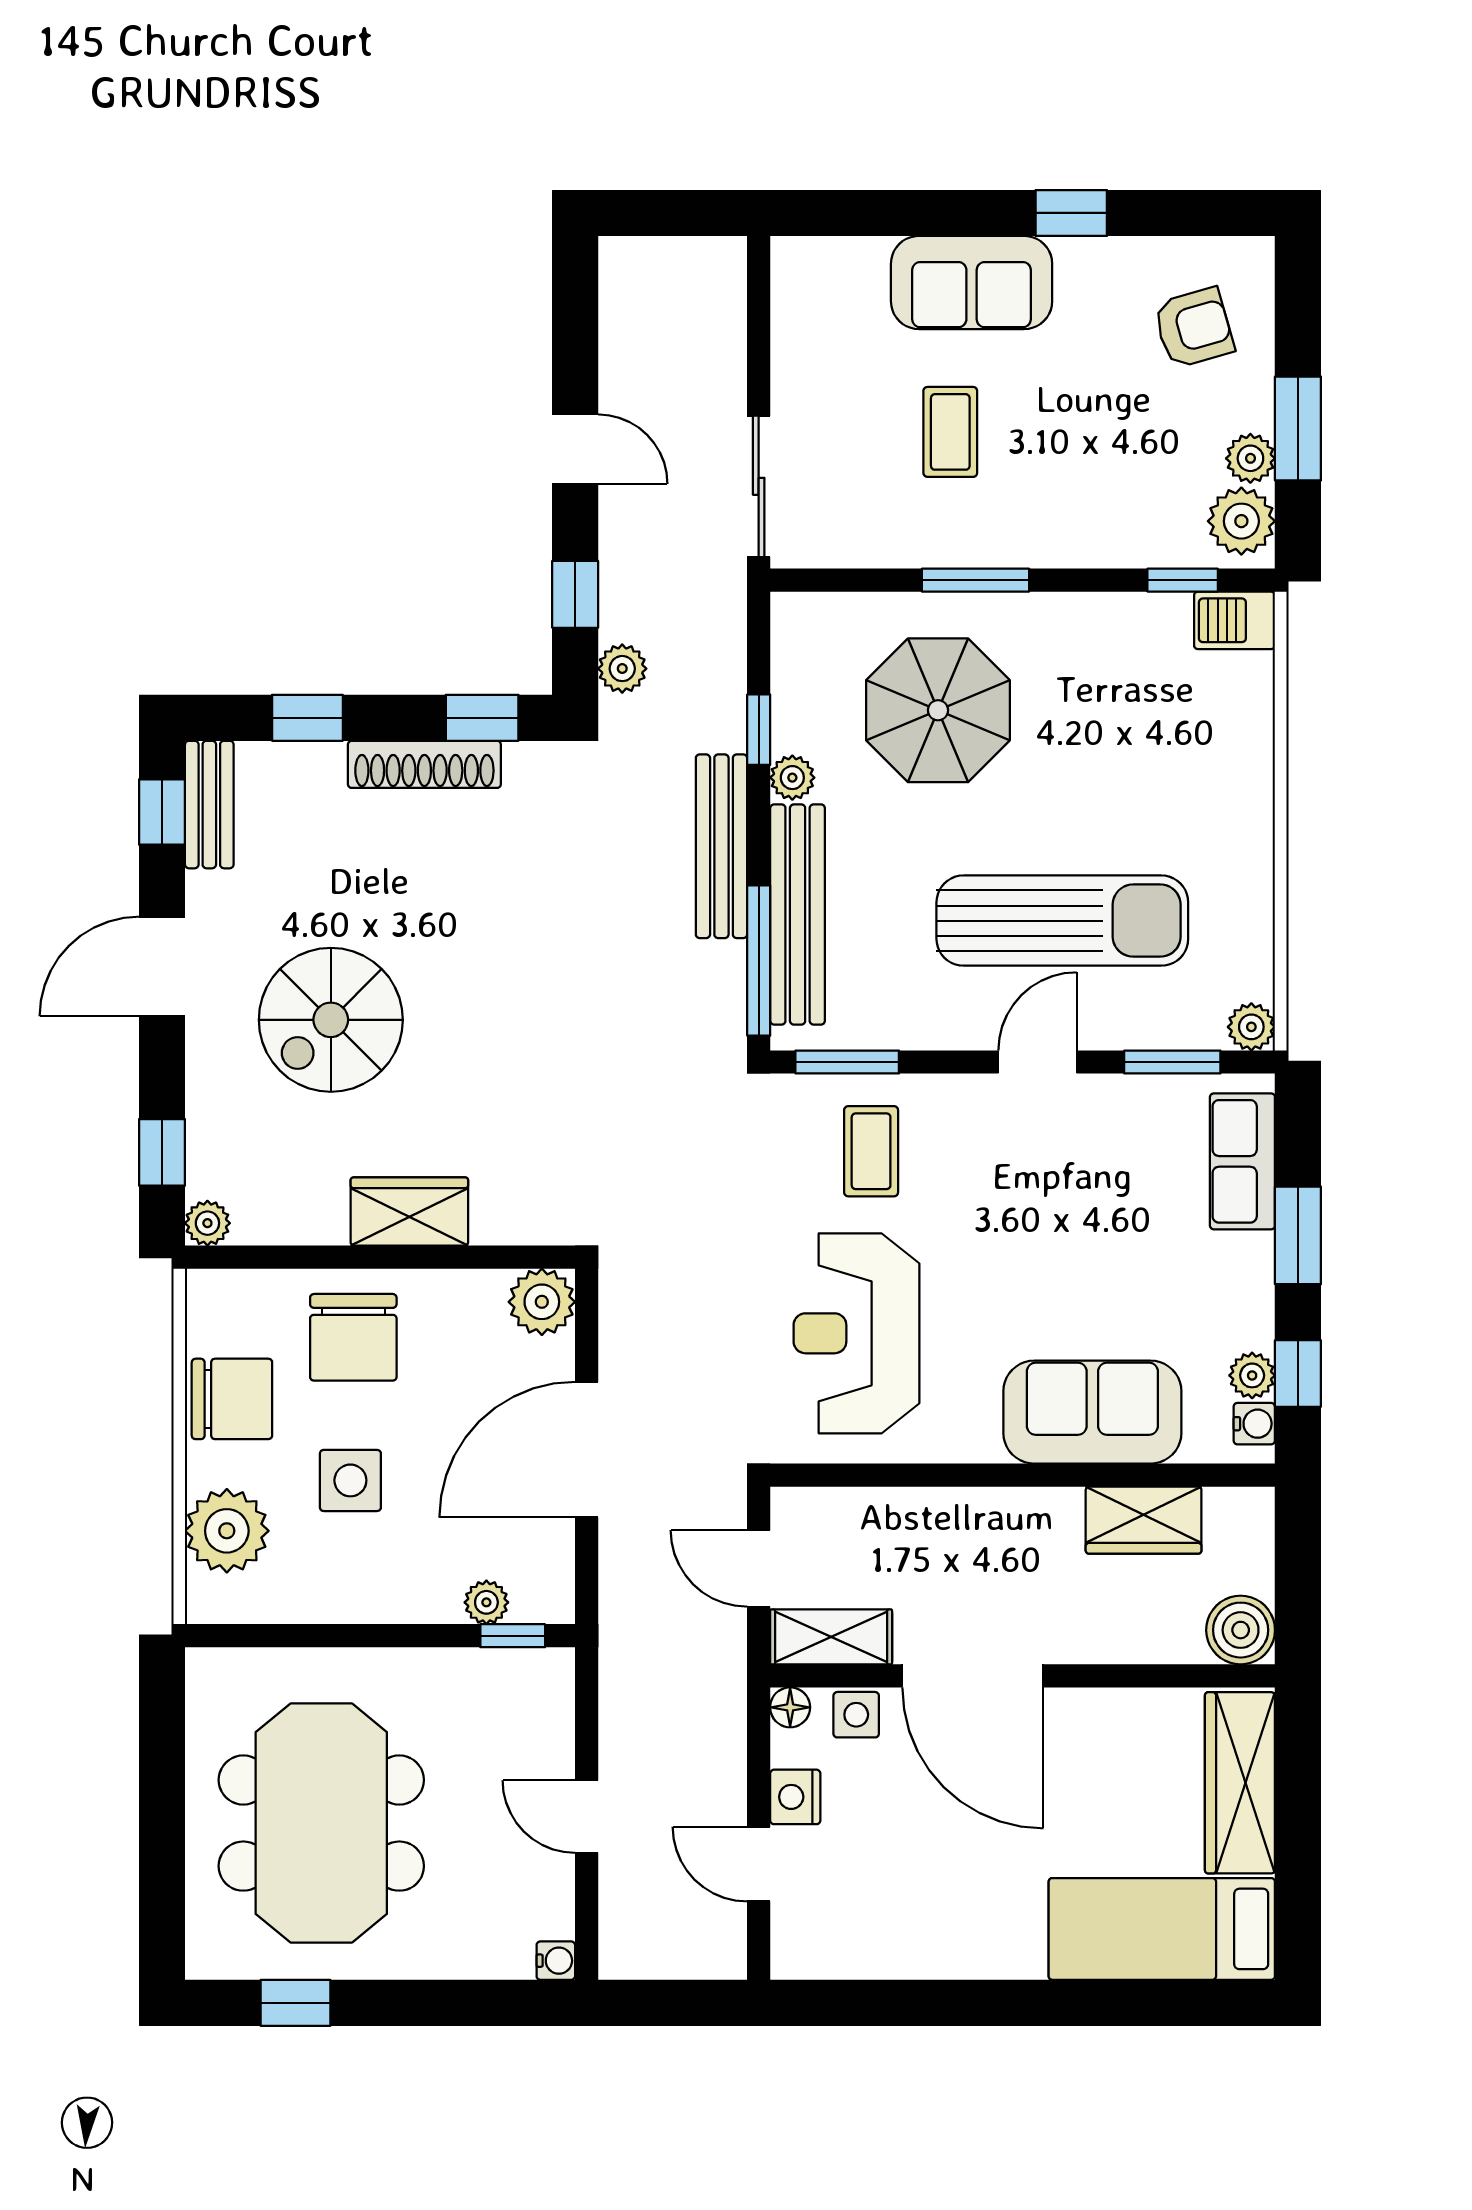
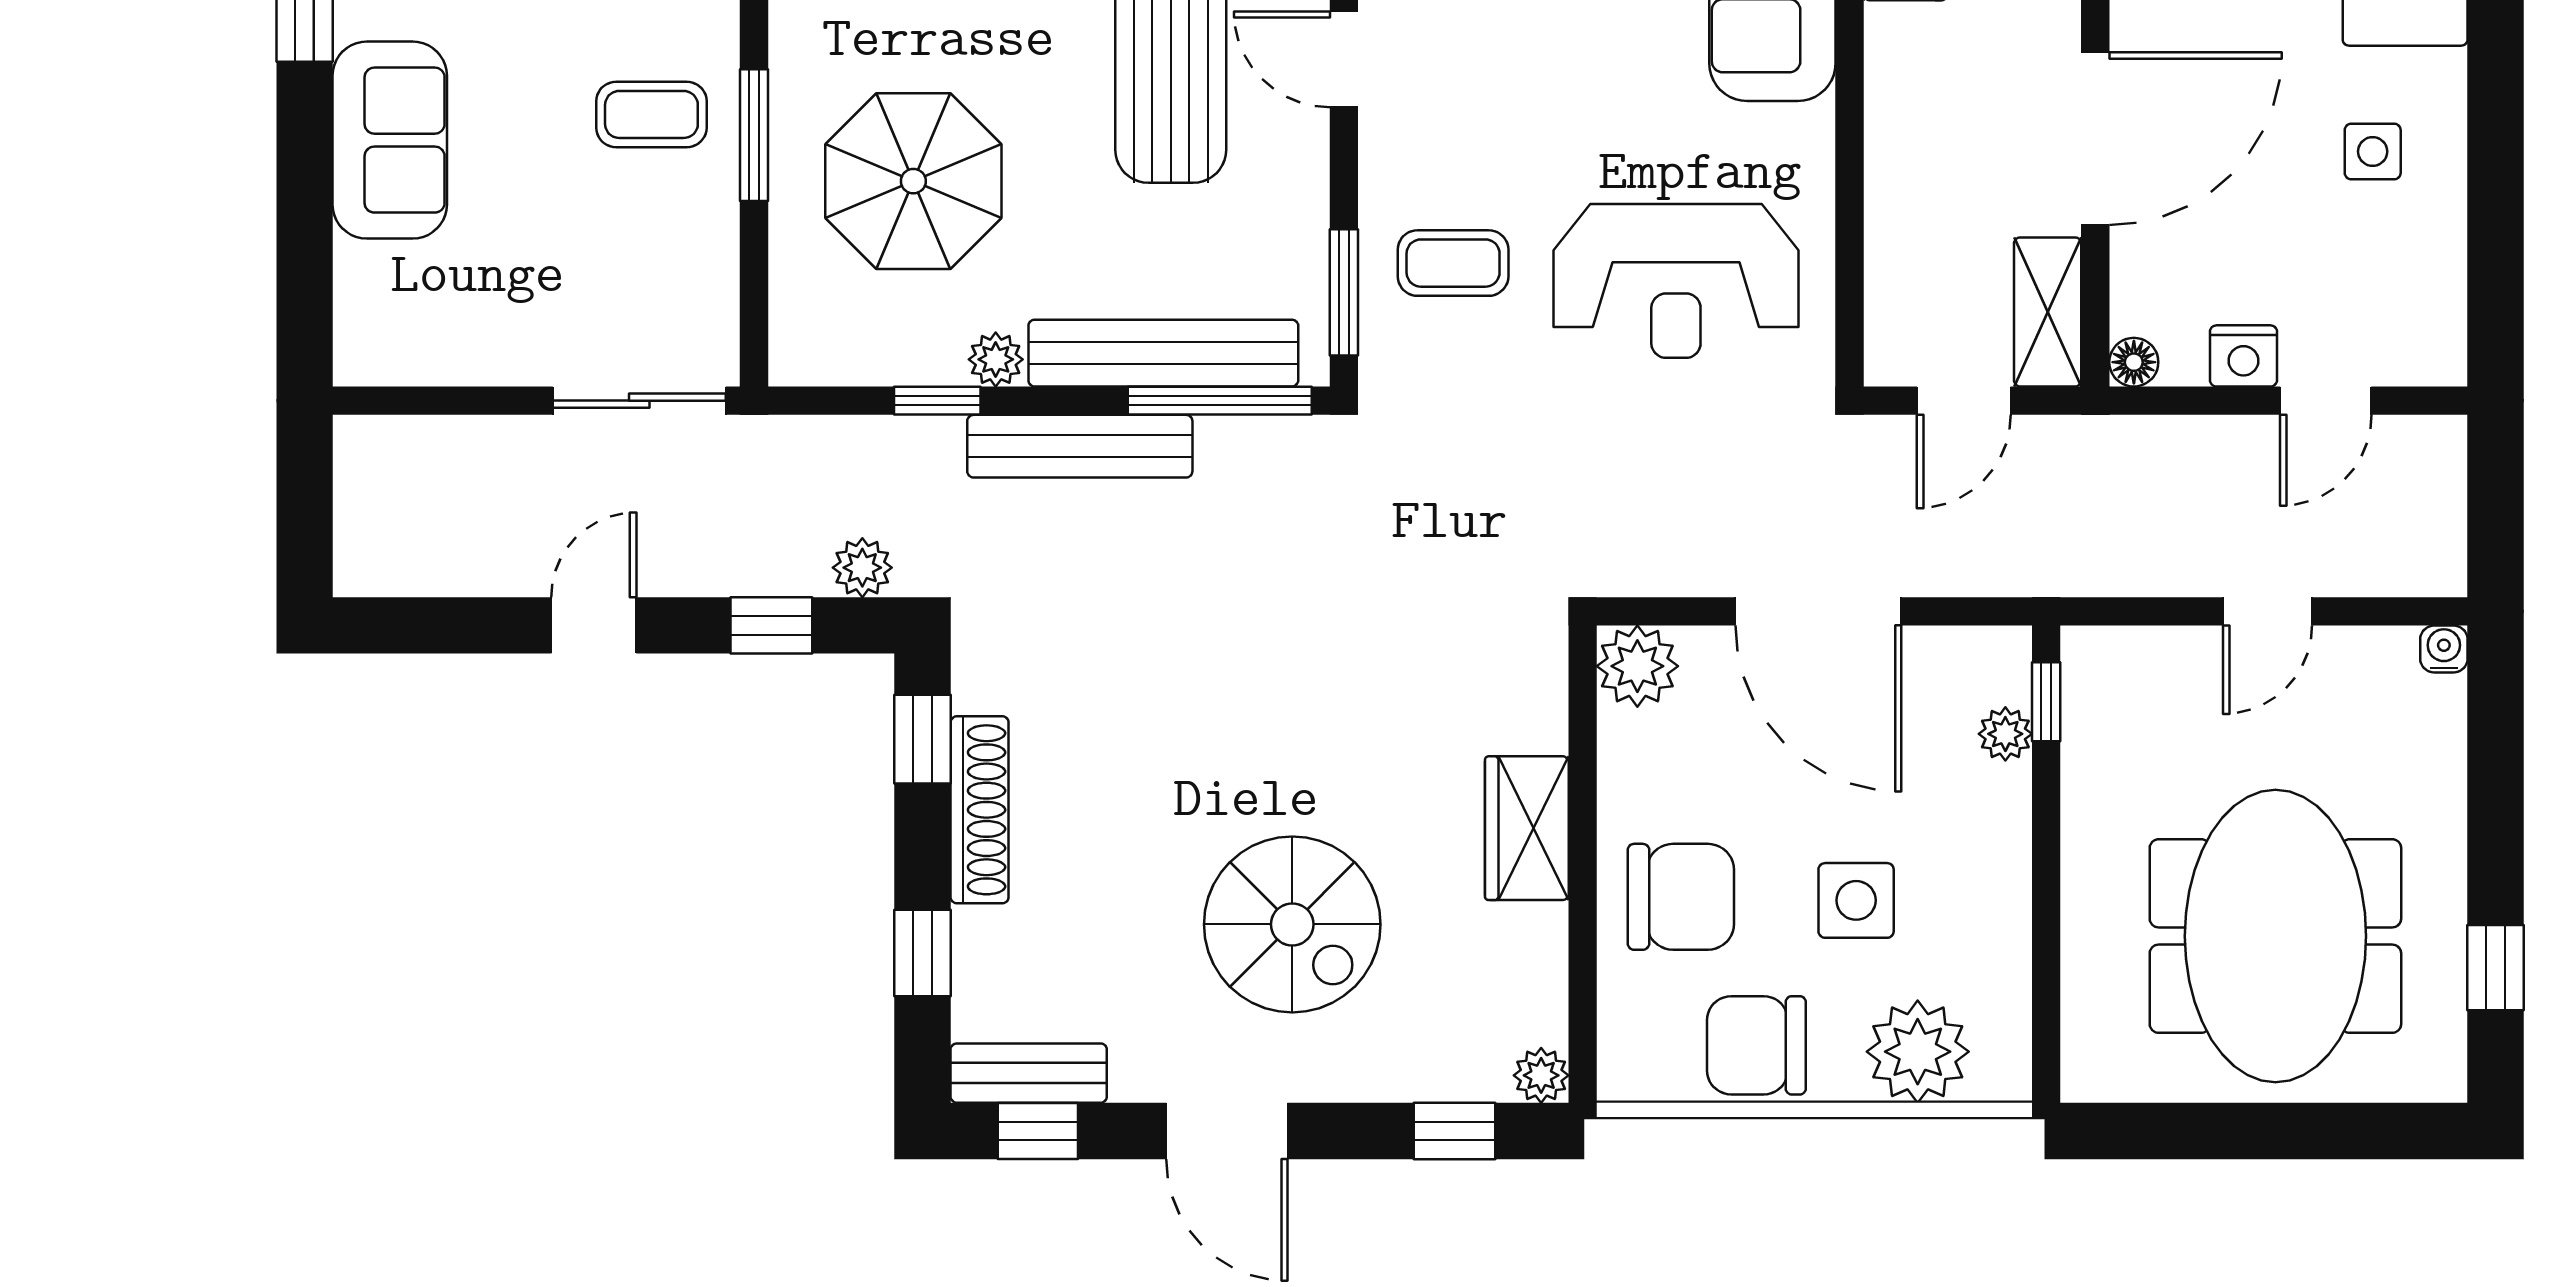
coffee table: (950, 432) -> (651, 114), moved
chair: (232, 1399) -> (1756, 1045), turned -90
side table: (856, 1715) -> (2373, 151), moved
meeting table: (321, 1823) -> (2275, 936), turned 90

